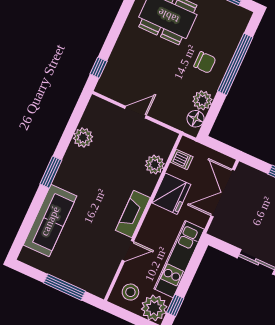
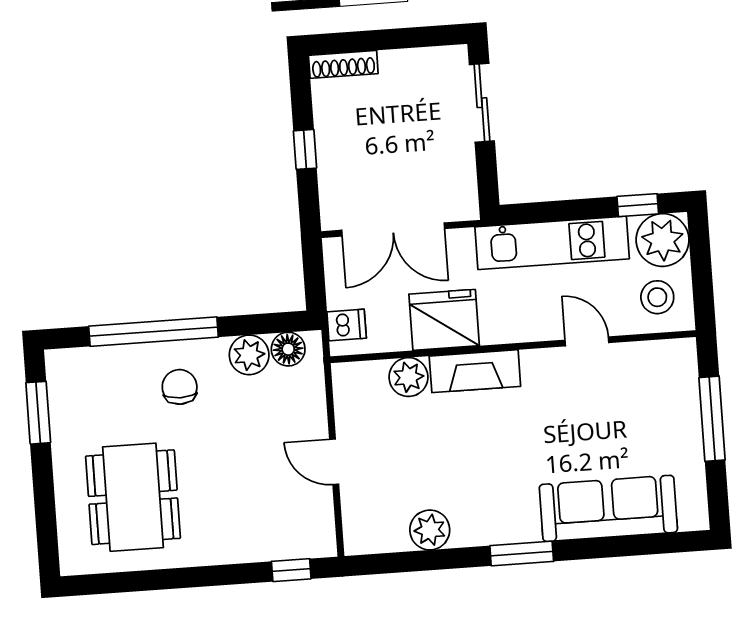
dishwasher: (182, 159) -> (347, 325), moved, turned 90
fireplace: (133, 214) -> (475, 371), moved

